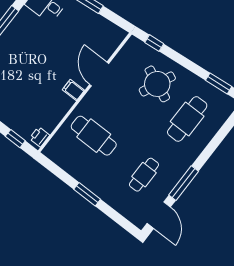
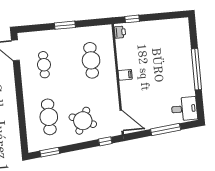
door: (99, 74) -> (122, 121), moved
cafe table: (94, 136) -> (91, 60), turned 90
window: (184, 183) -> (18, 80), removed

